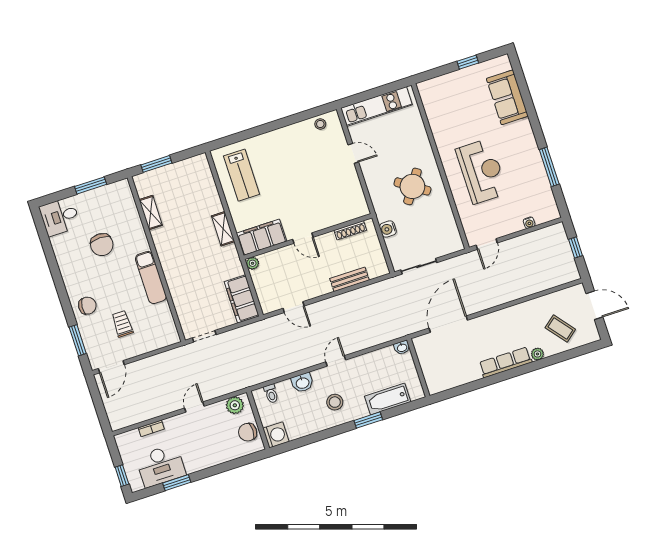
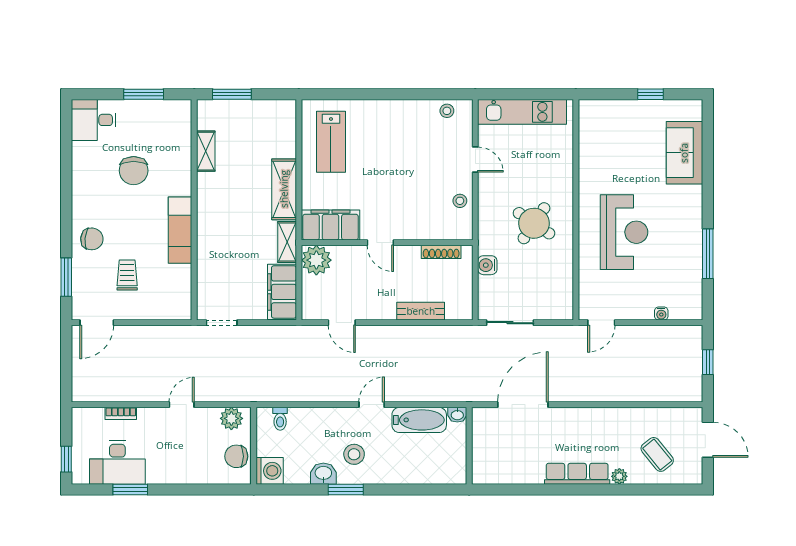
stool: (352, 188) -> (460, 201), added
shelving: (223, 229) -> (284, 189), width x1.50, depth x1.33
shelving: (233, 260) -> (287, 242), added
plant: (253, 263) -> (316, 260), width x1.88, depth x1.88
washbasin: (302, 383) -> (323, 474), moved, turned 180
bathtub: (388, 399) -> (419, 420), moved, turned 180
window: (368, 420) -> (346, 489), moved

